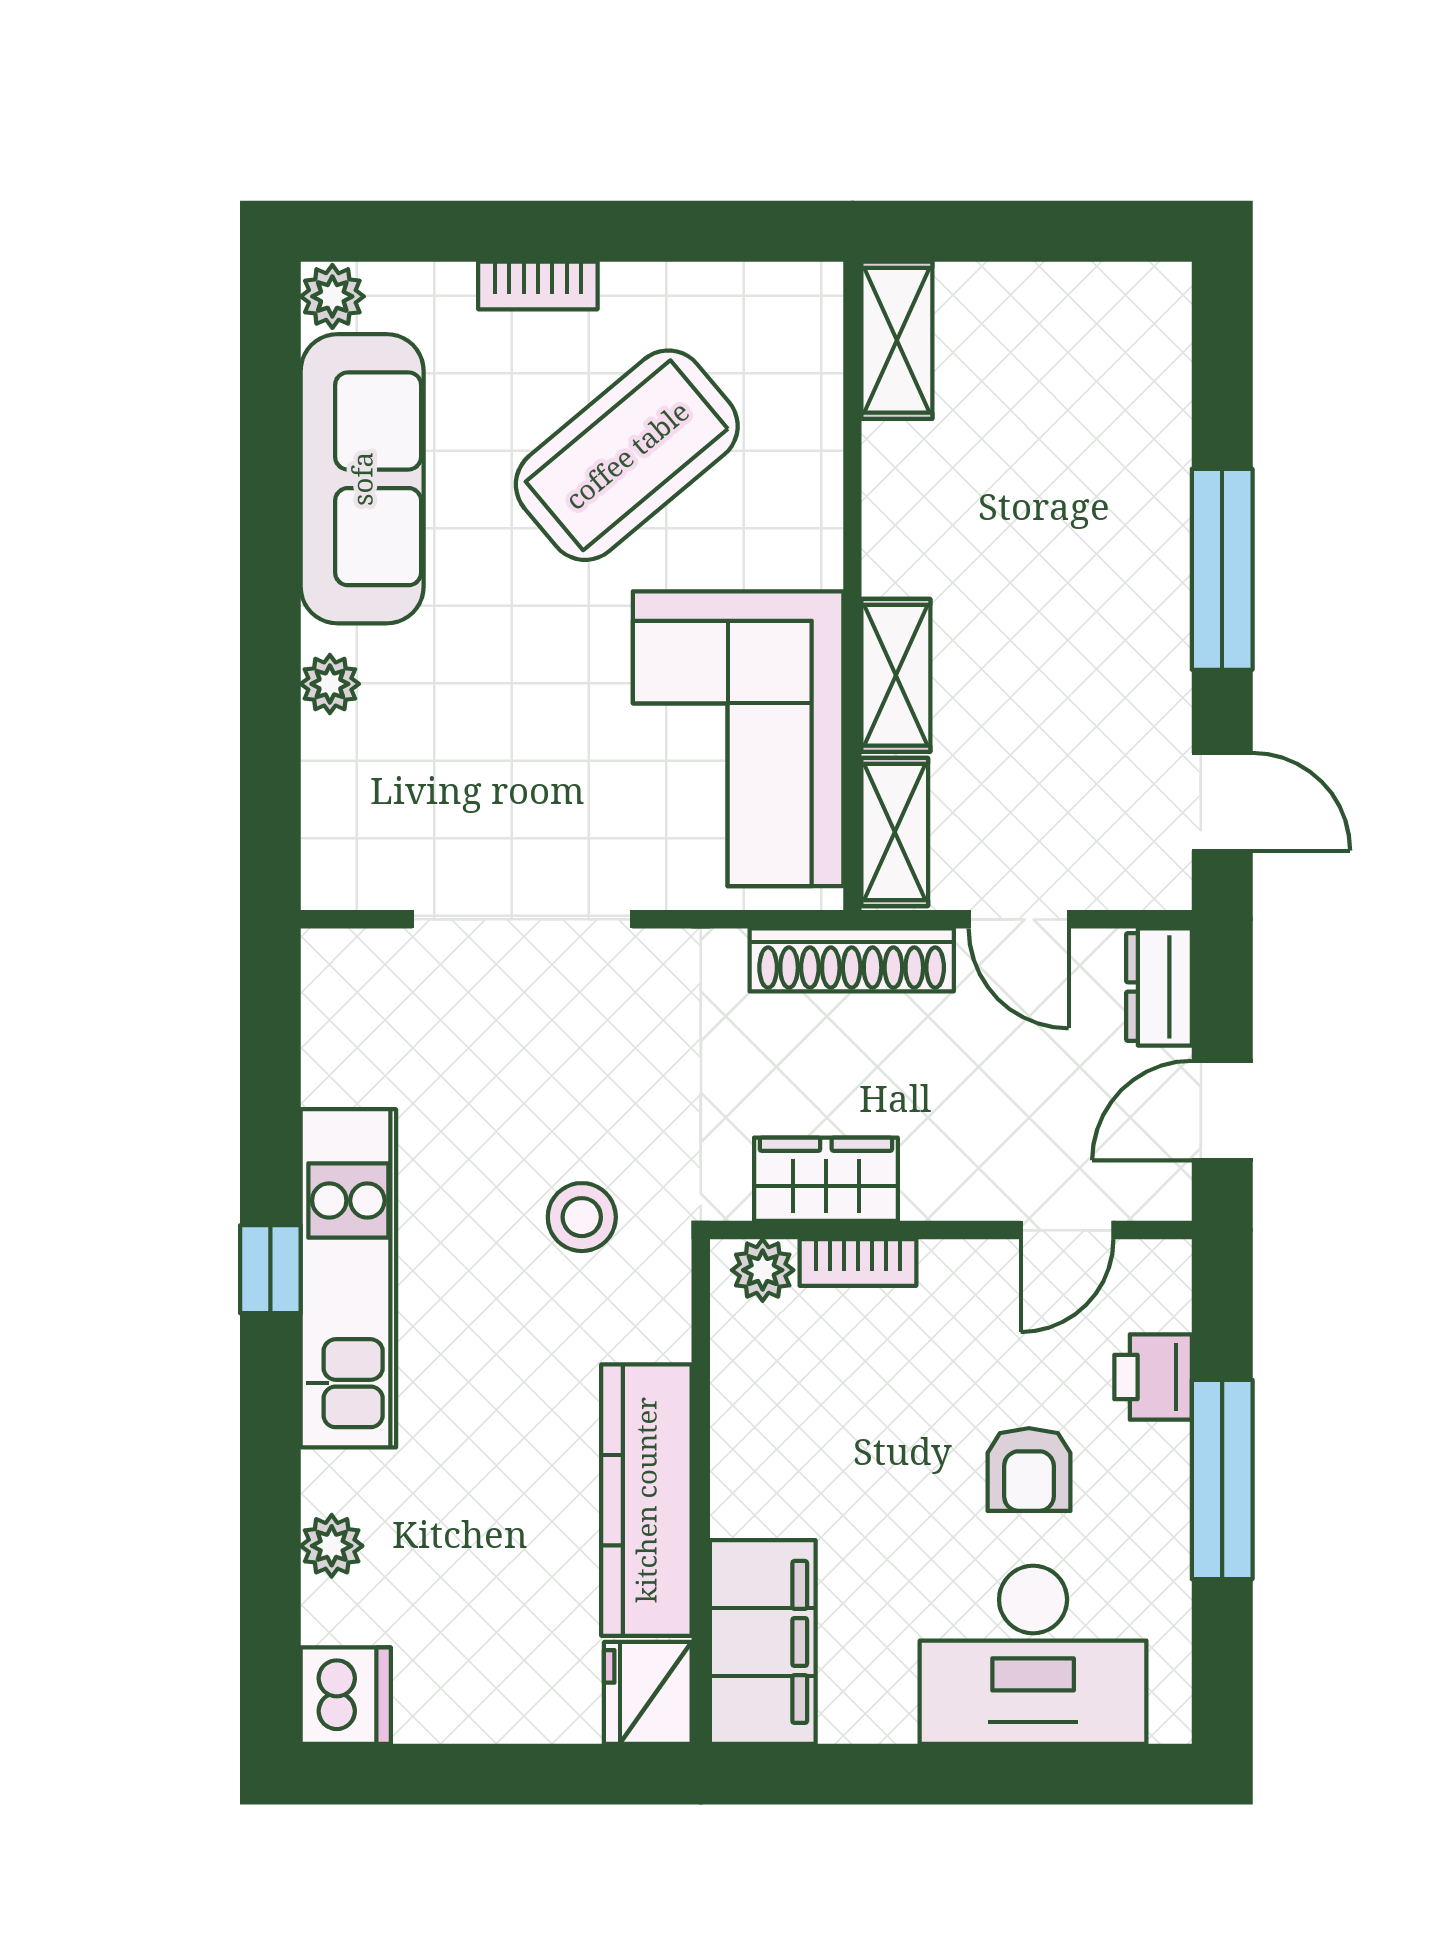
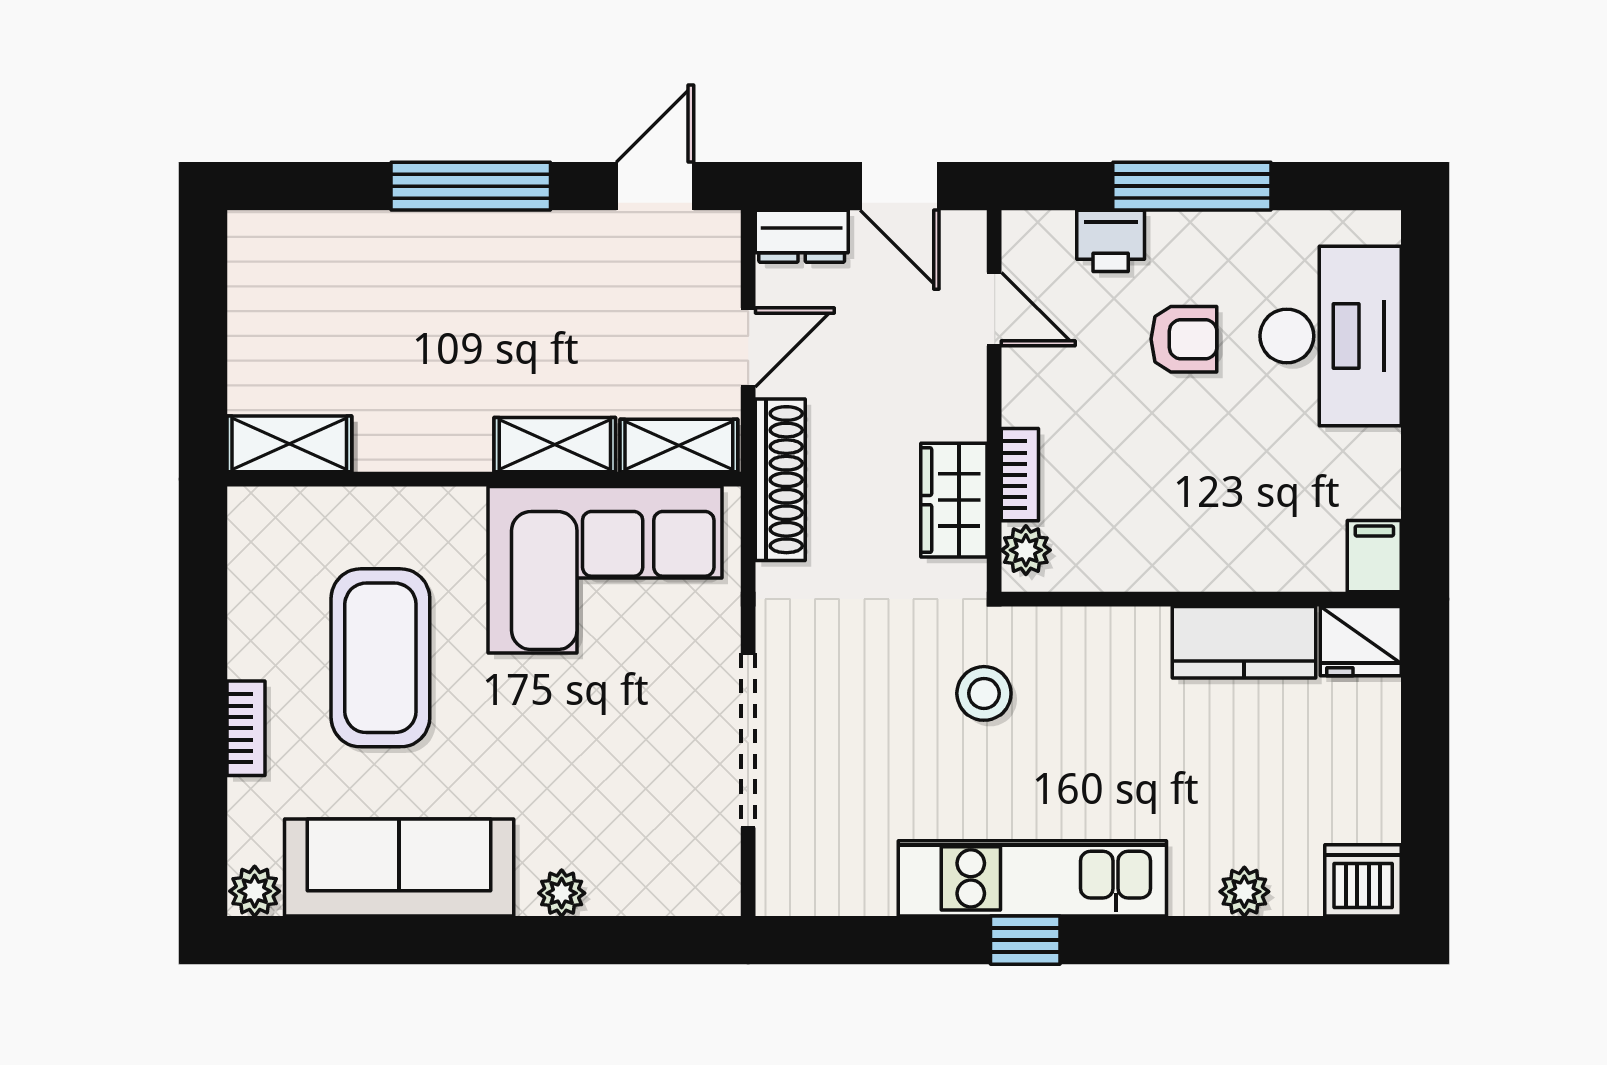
coffee table: (627, 455) -> (380, 658), turned 40
kitchen counter: (646, 1500) -> (1244, 642), width x0.67
filing cabinet: (763, 1642) -> (1374, 556), width x0.33, depth x0.86

